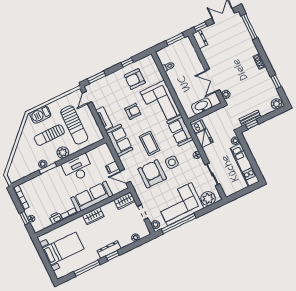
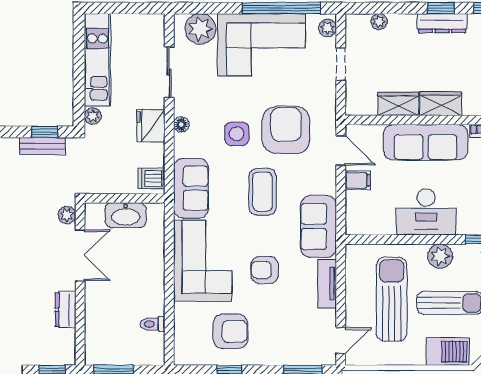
dresser: (200, 39) -> (65, 310), moved
fridge: (204, 138) -> (151, 125), moved
armchair: (152, 174) -> (286, 130), turned 180
wardrobe: (124, 201) -> (398, 104), moved

